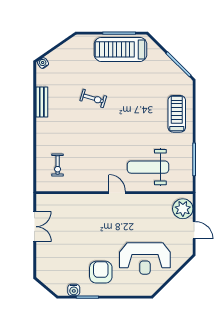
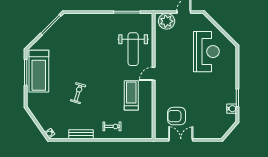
treadmill: (177, 114) -> (131, 95), moved, turned 90
exercise bike: (58, 165) -> (112, 126), moved
armchair: (101, 272) -> (177, 116), moved

